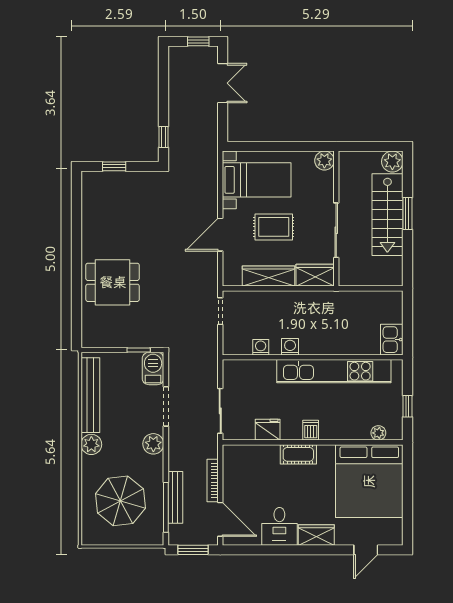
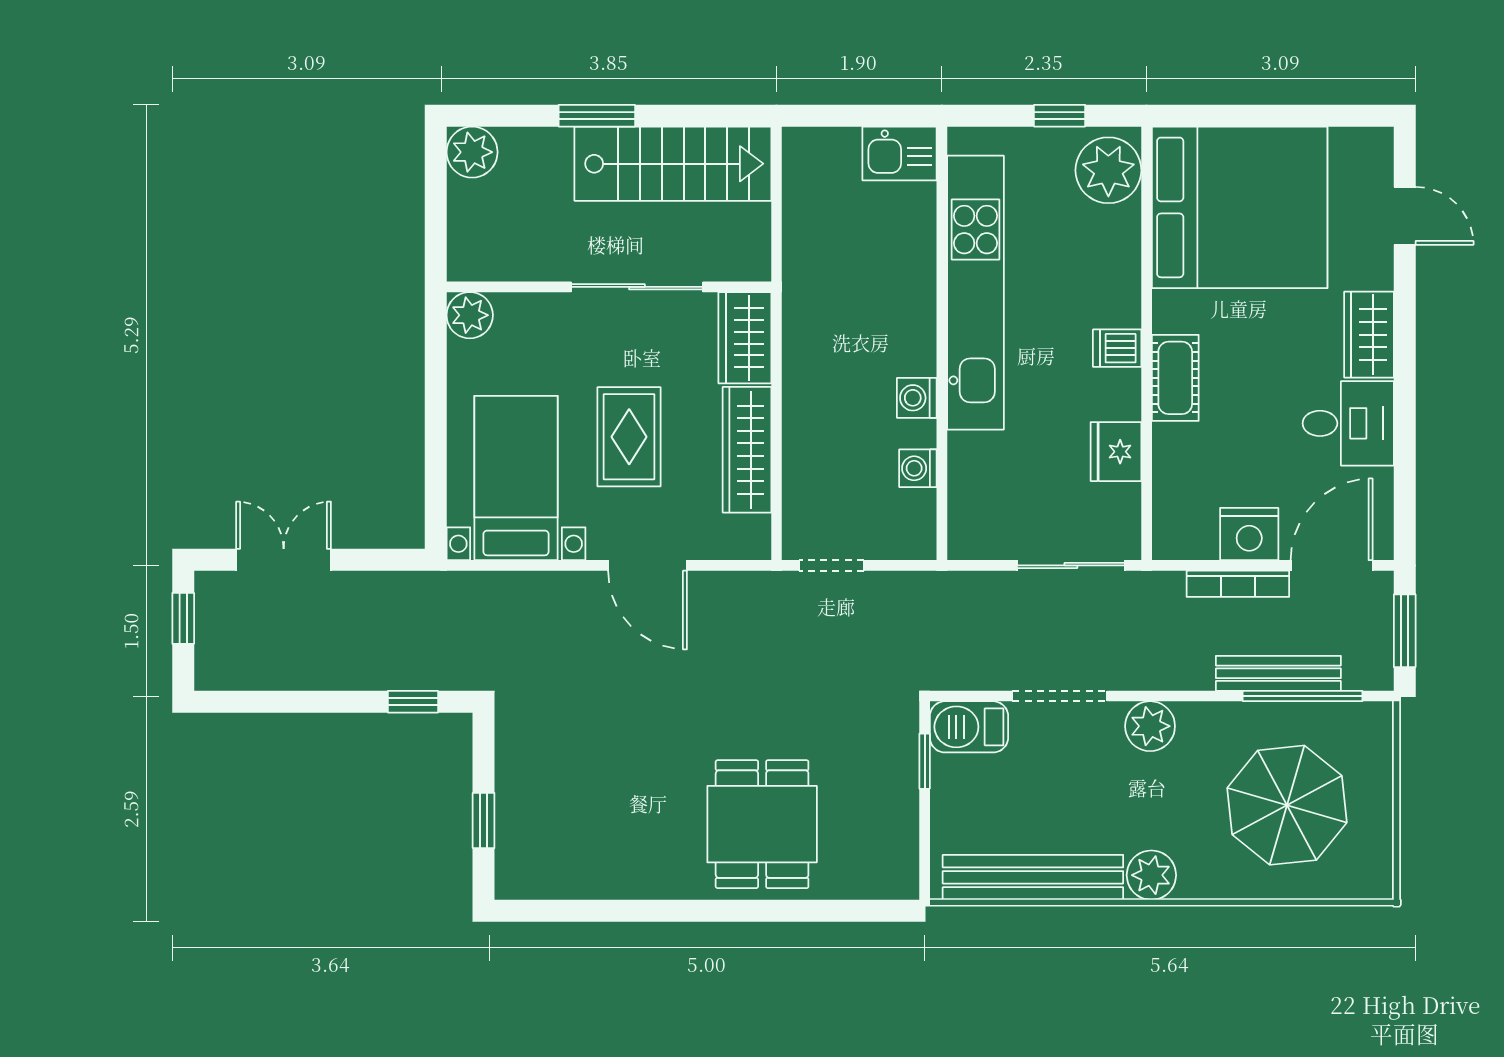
stairs: (387, 215) -> (673, 164), moved
plant: (378, 433) -> (1108, 170), width x1.87, depth x1.87
nightstand: (233, 485) -> (1249, 534), added

